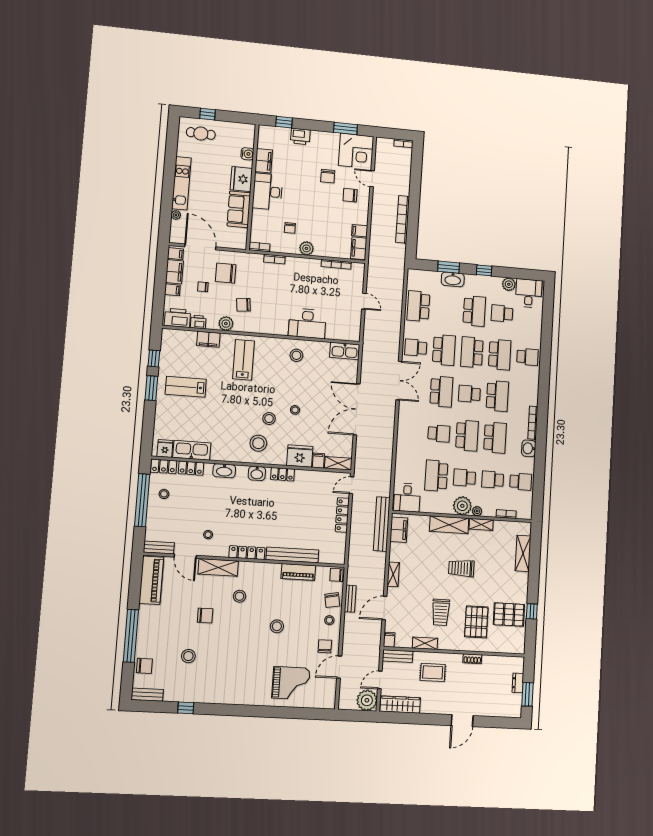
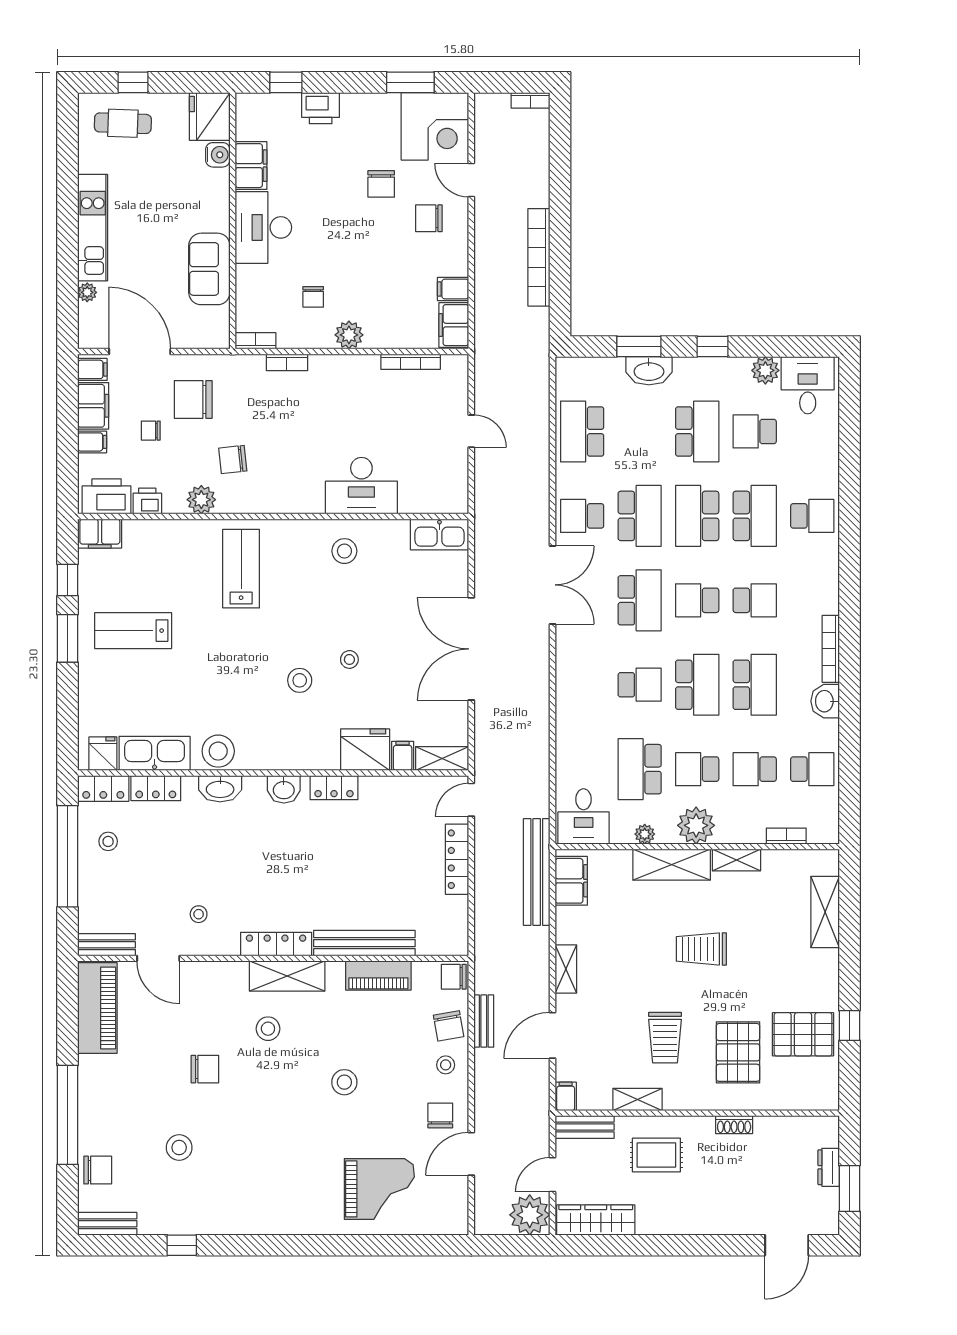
fridge: (241, 179) -> (210, 117), moved
filing cabinet: (208, 339) -> (100, 534), moved
school desk: (497, 396) -> (755, 600), width x0.54
stool: (258, 443) -> (218, 751), moved
plant: (477, 511) -> (645, 834), moved
shelving: (218, 567) -> (287, 976), moved
door: (462, 721) -> (787, 1245), moved

